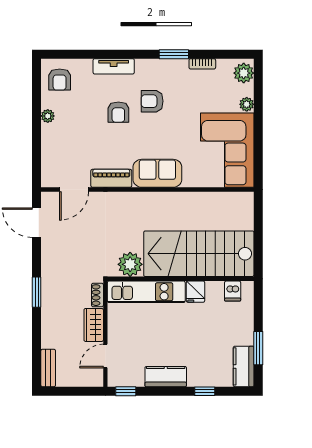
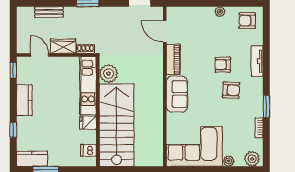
armchair: (152, 101) -> (231, 90), turned 93
bench: (48, 368) -> (49, 12), moved

